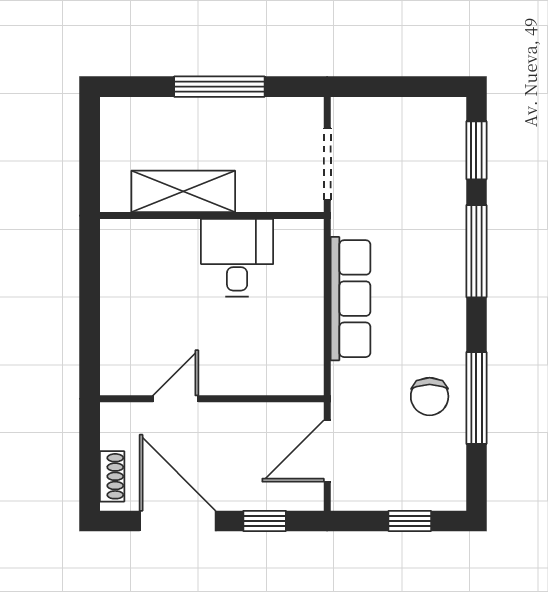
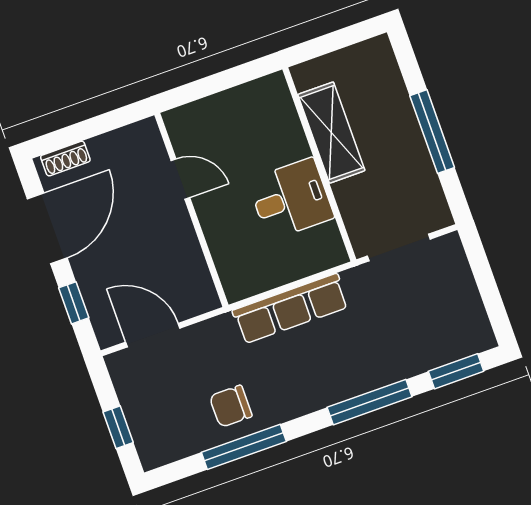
door: (176, 399) -> (180, 179), moved
wall: (212, 399) -> (191, 210), moved

